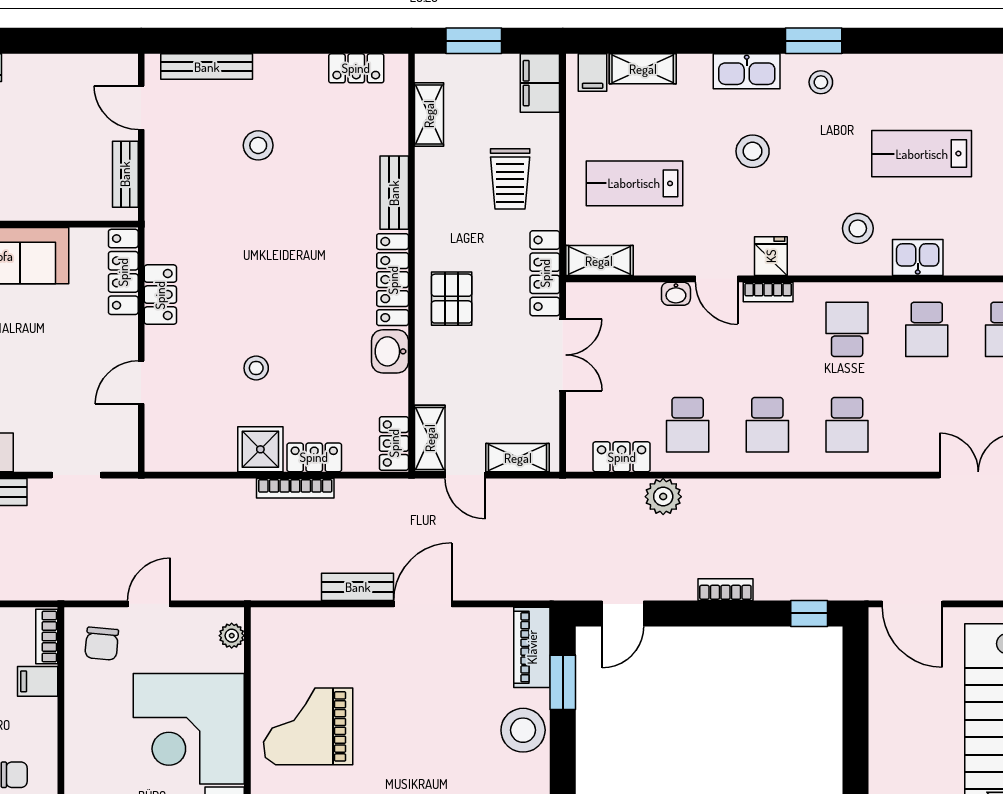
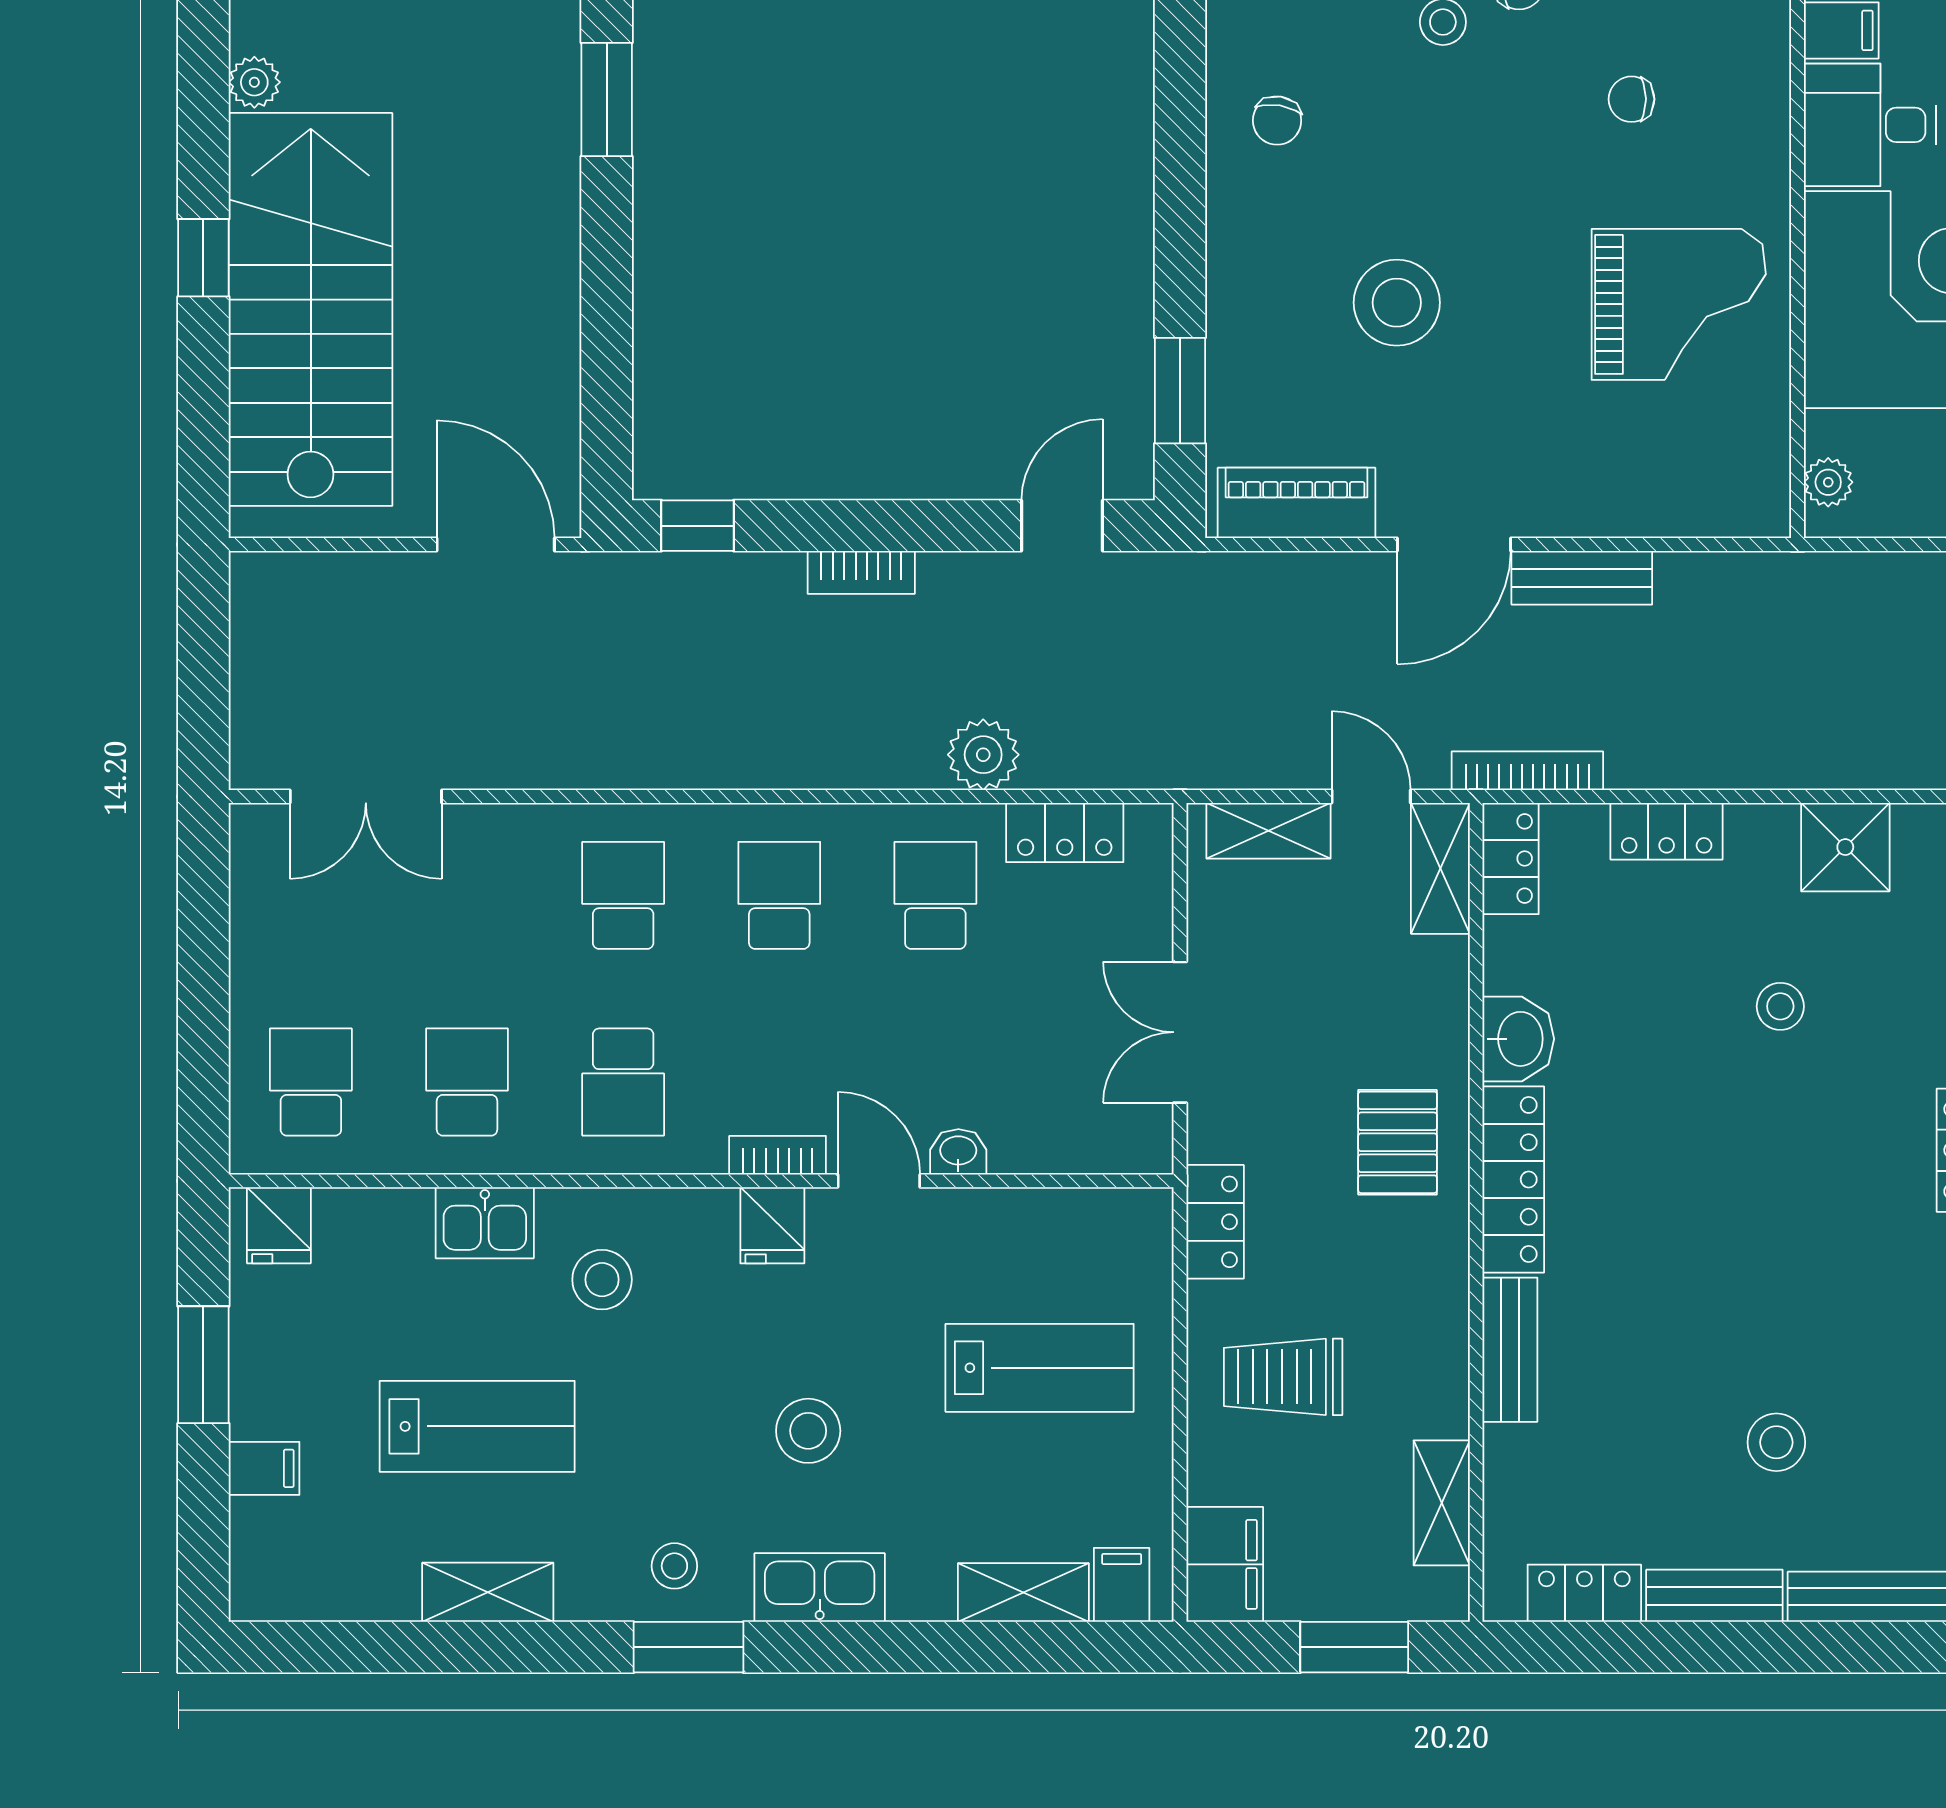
bench: (290, 67) -> (1714, 1596), added
trolley: (510, 179) -> (1283, 1377), turned -90
shelving: (599, 261) -> (488, 1592), moved
locker: (545, 273) -> (1215, 1222), width x0.66
shower: (260, 449) -> (1845, 847), moved
bookcase: (295, 488) -> (1527, 771), moved
piano: (532, 647) -> (1296, 503), moved, turned -90
stool: (523, 730) -> (1397, 303), moved

